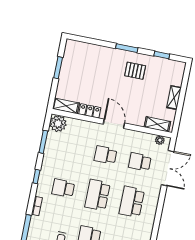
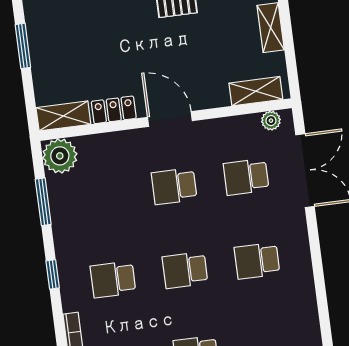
school desk: (98, 195) -> (185, 270), width x0.54
school desk: (132, 202) -> (257, 261), width x0.54

